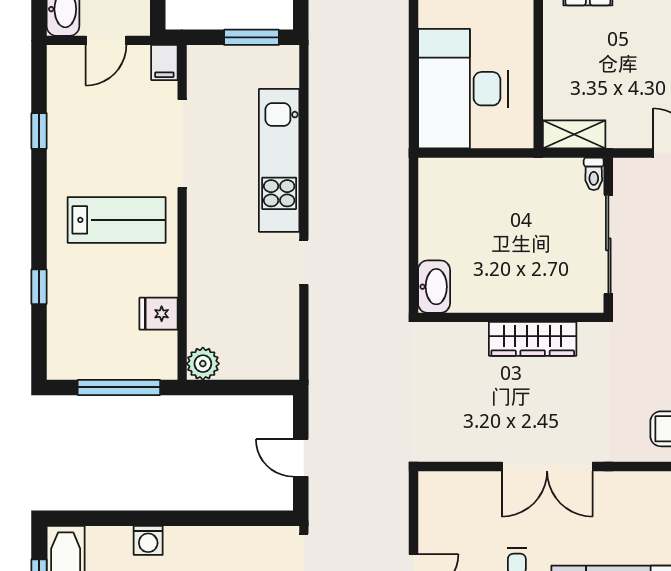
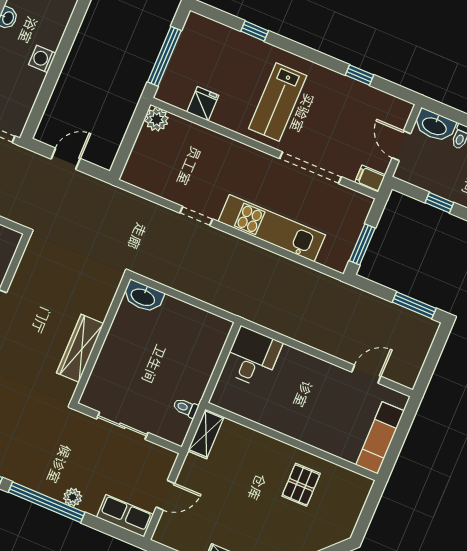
desk: (463, 89) -> (252, 357), width x0.53, depth x0.77
toilet: (594, 174) -> (186, 408), moved
sliding door: (608, 244) -> (122, 426), width x0.73
washing machine: (148, 540) -> (42, 59), moved

